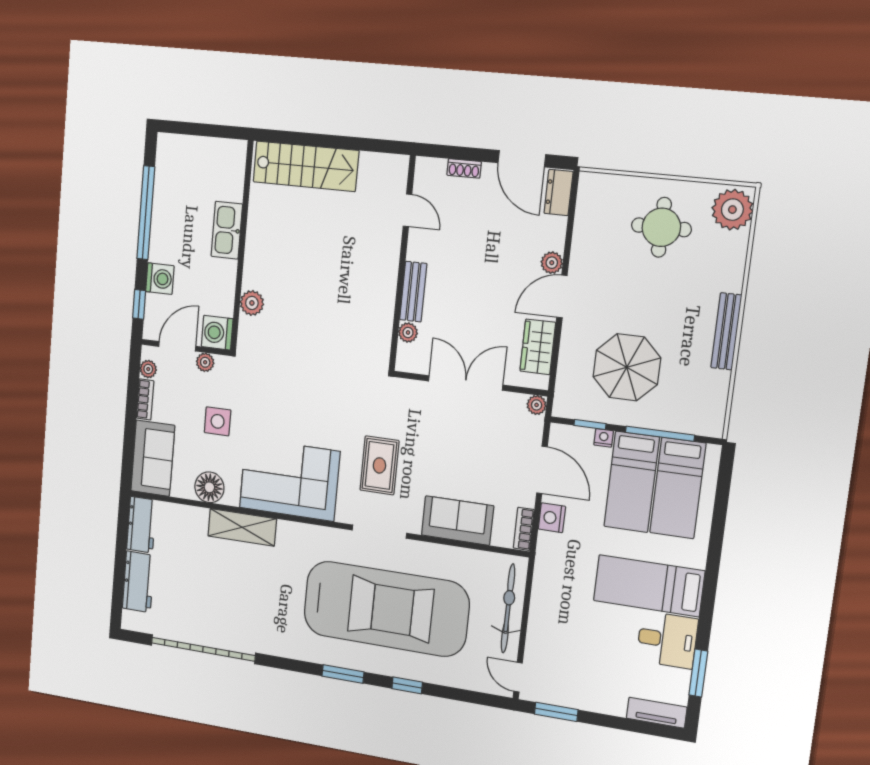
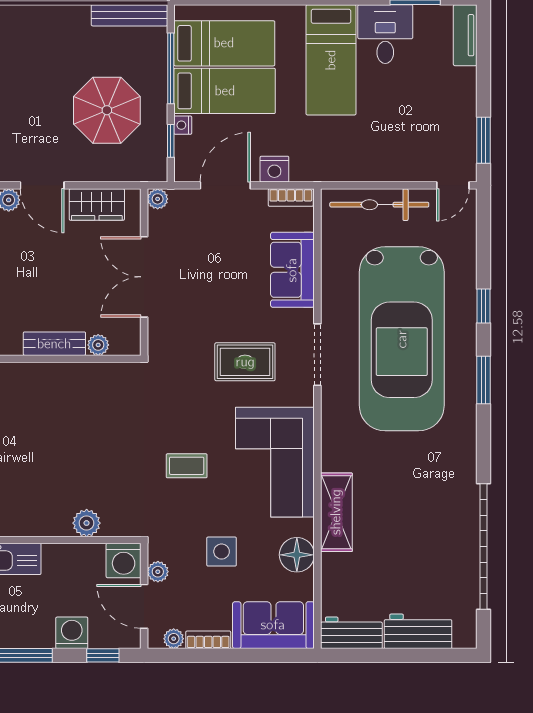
bench: (726, 331) -> (129, 15), moved
coffee table: (293, 400) -> (187, 466), added
car: (386, 609) -> (402, 339), turned 180

